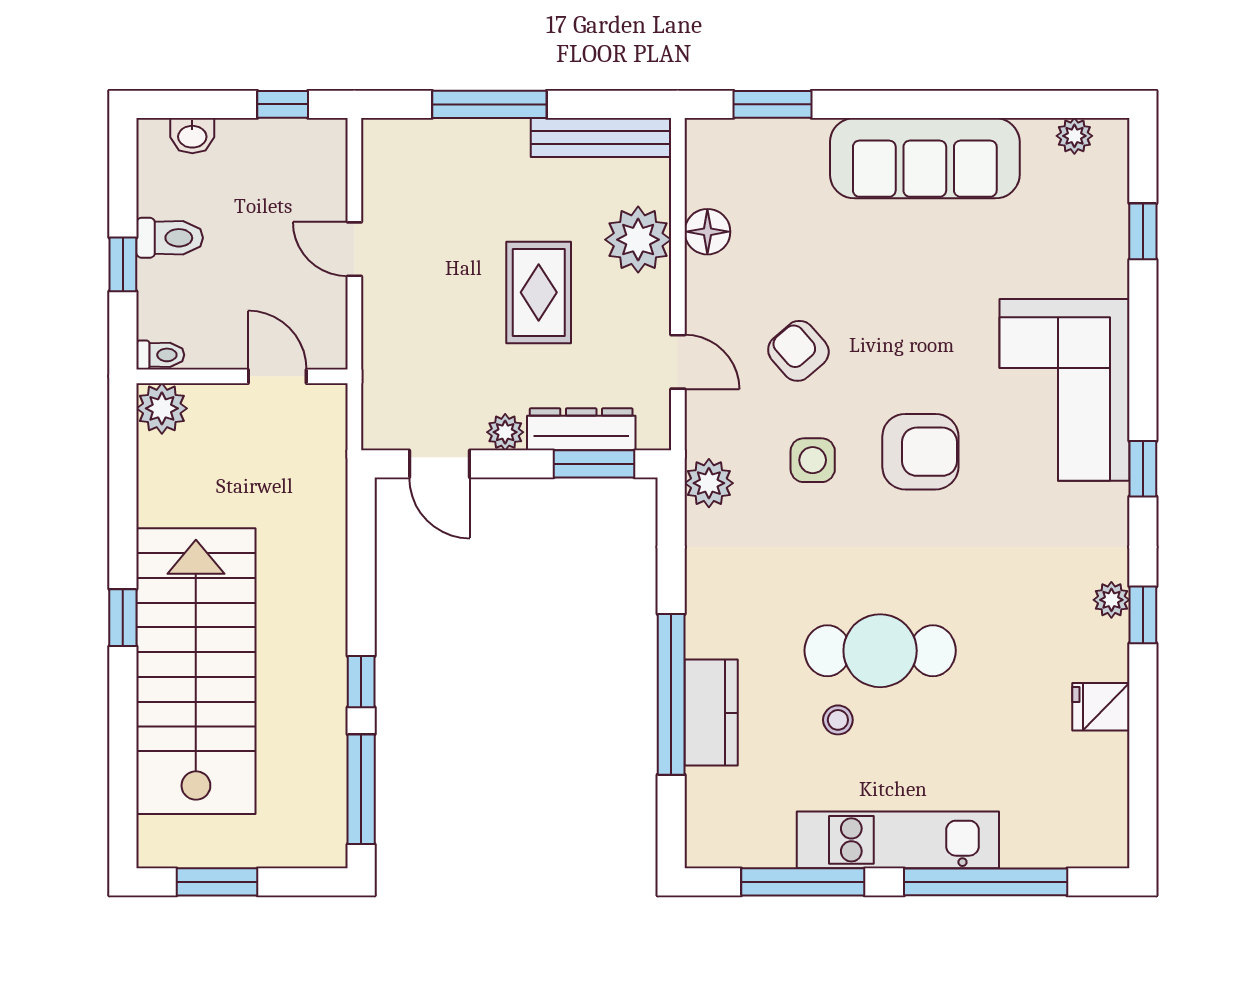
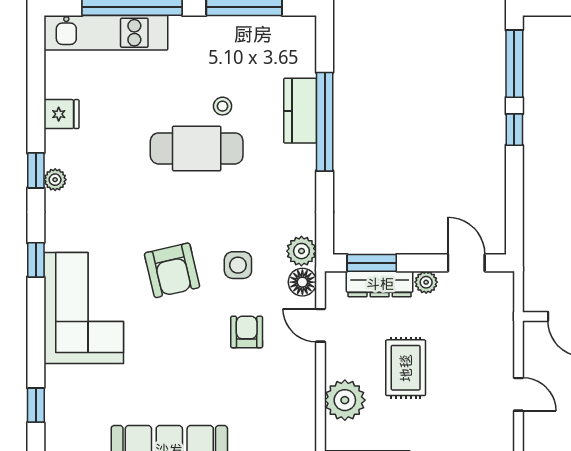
floor lamp: (707, 232) -> (302, 282), moved
armchair: (798, 351) -> (247, 332), turned -139
armchair: (920, 452) -> (172, 270), turned -103
kitchen unit: (898, 840) -> (106, 33), moved

